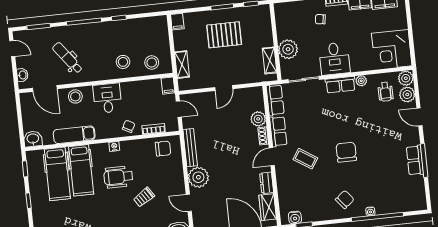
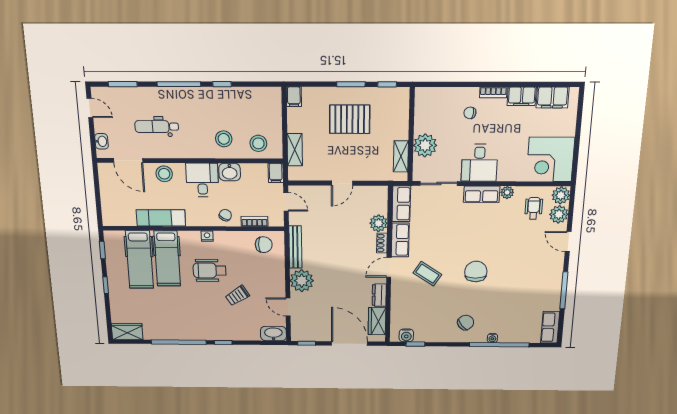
dental chair: (67, 58) -> (157, 127), turned -53
wheelchair: (385, 92) -> (534, 208), turned 180
washbasin: (33, 139) -> (230, 172), moved, turned 180
row of seats: (415, 160) -> (550, 327), moved

